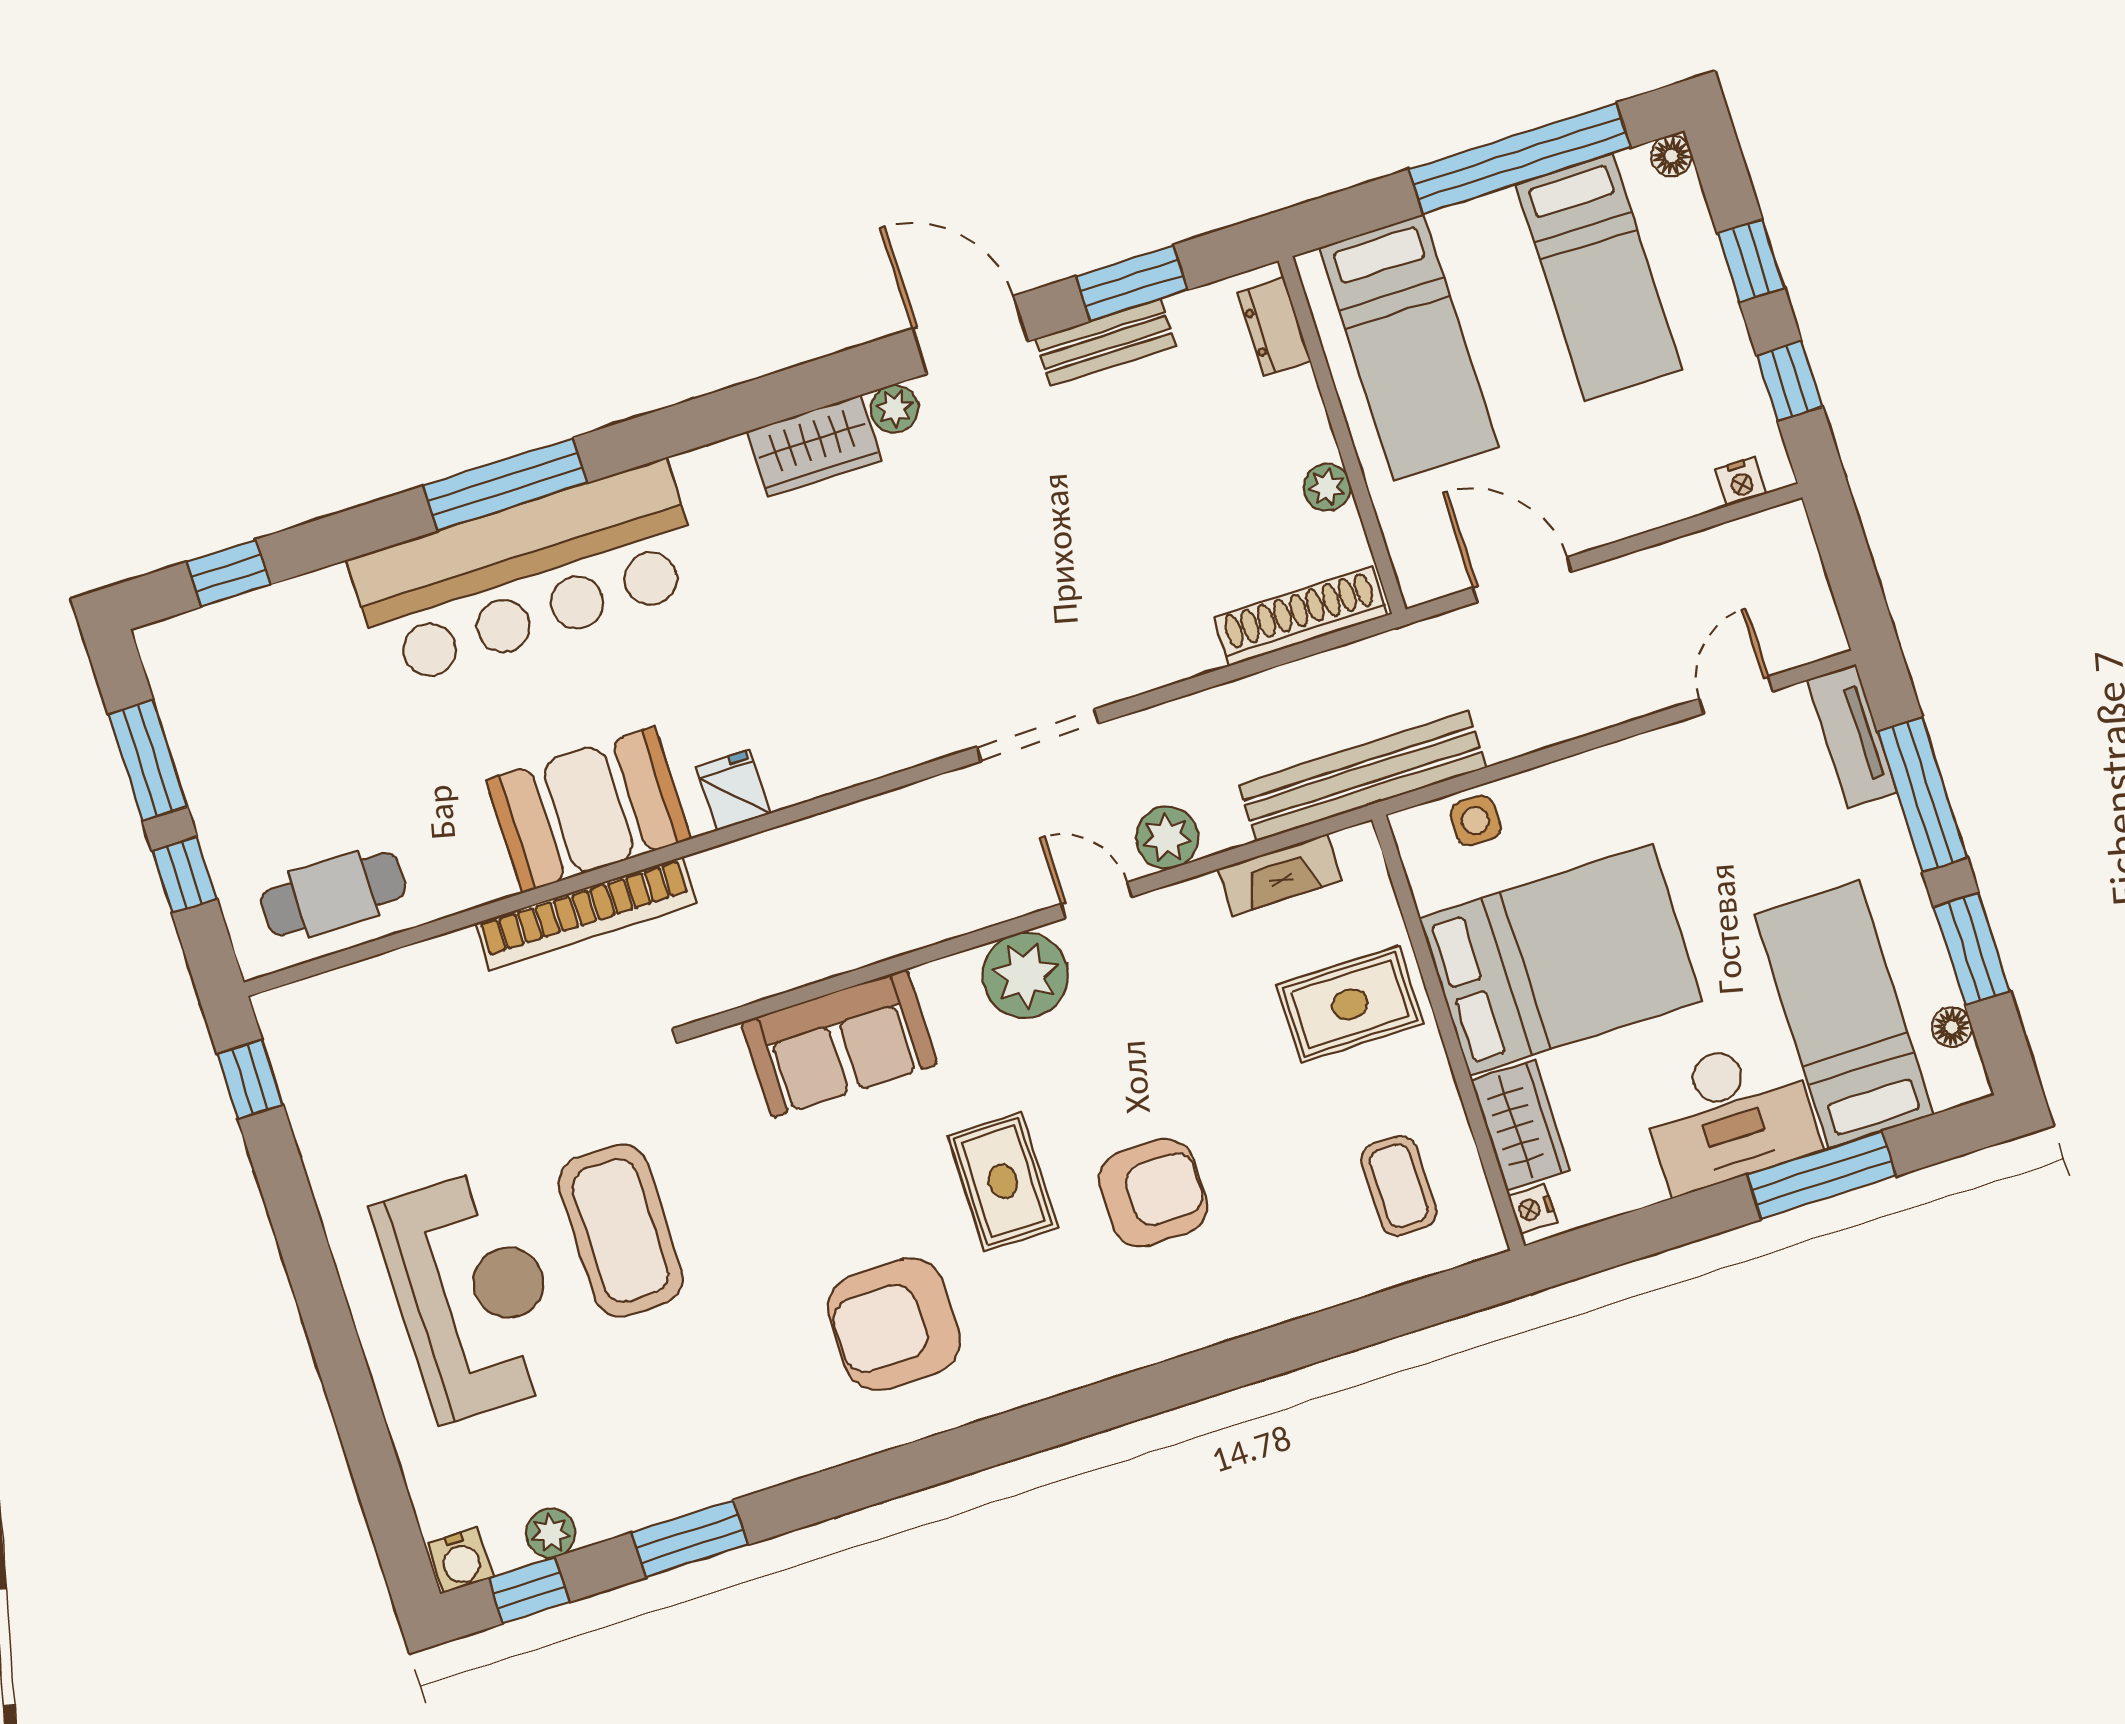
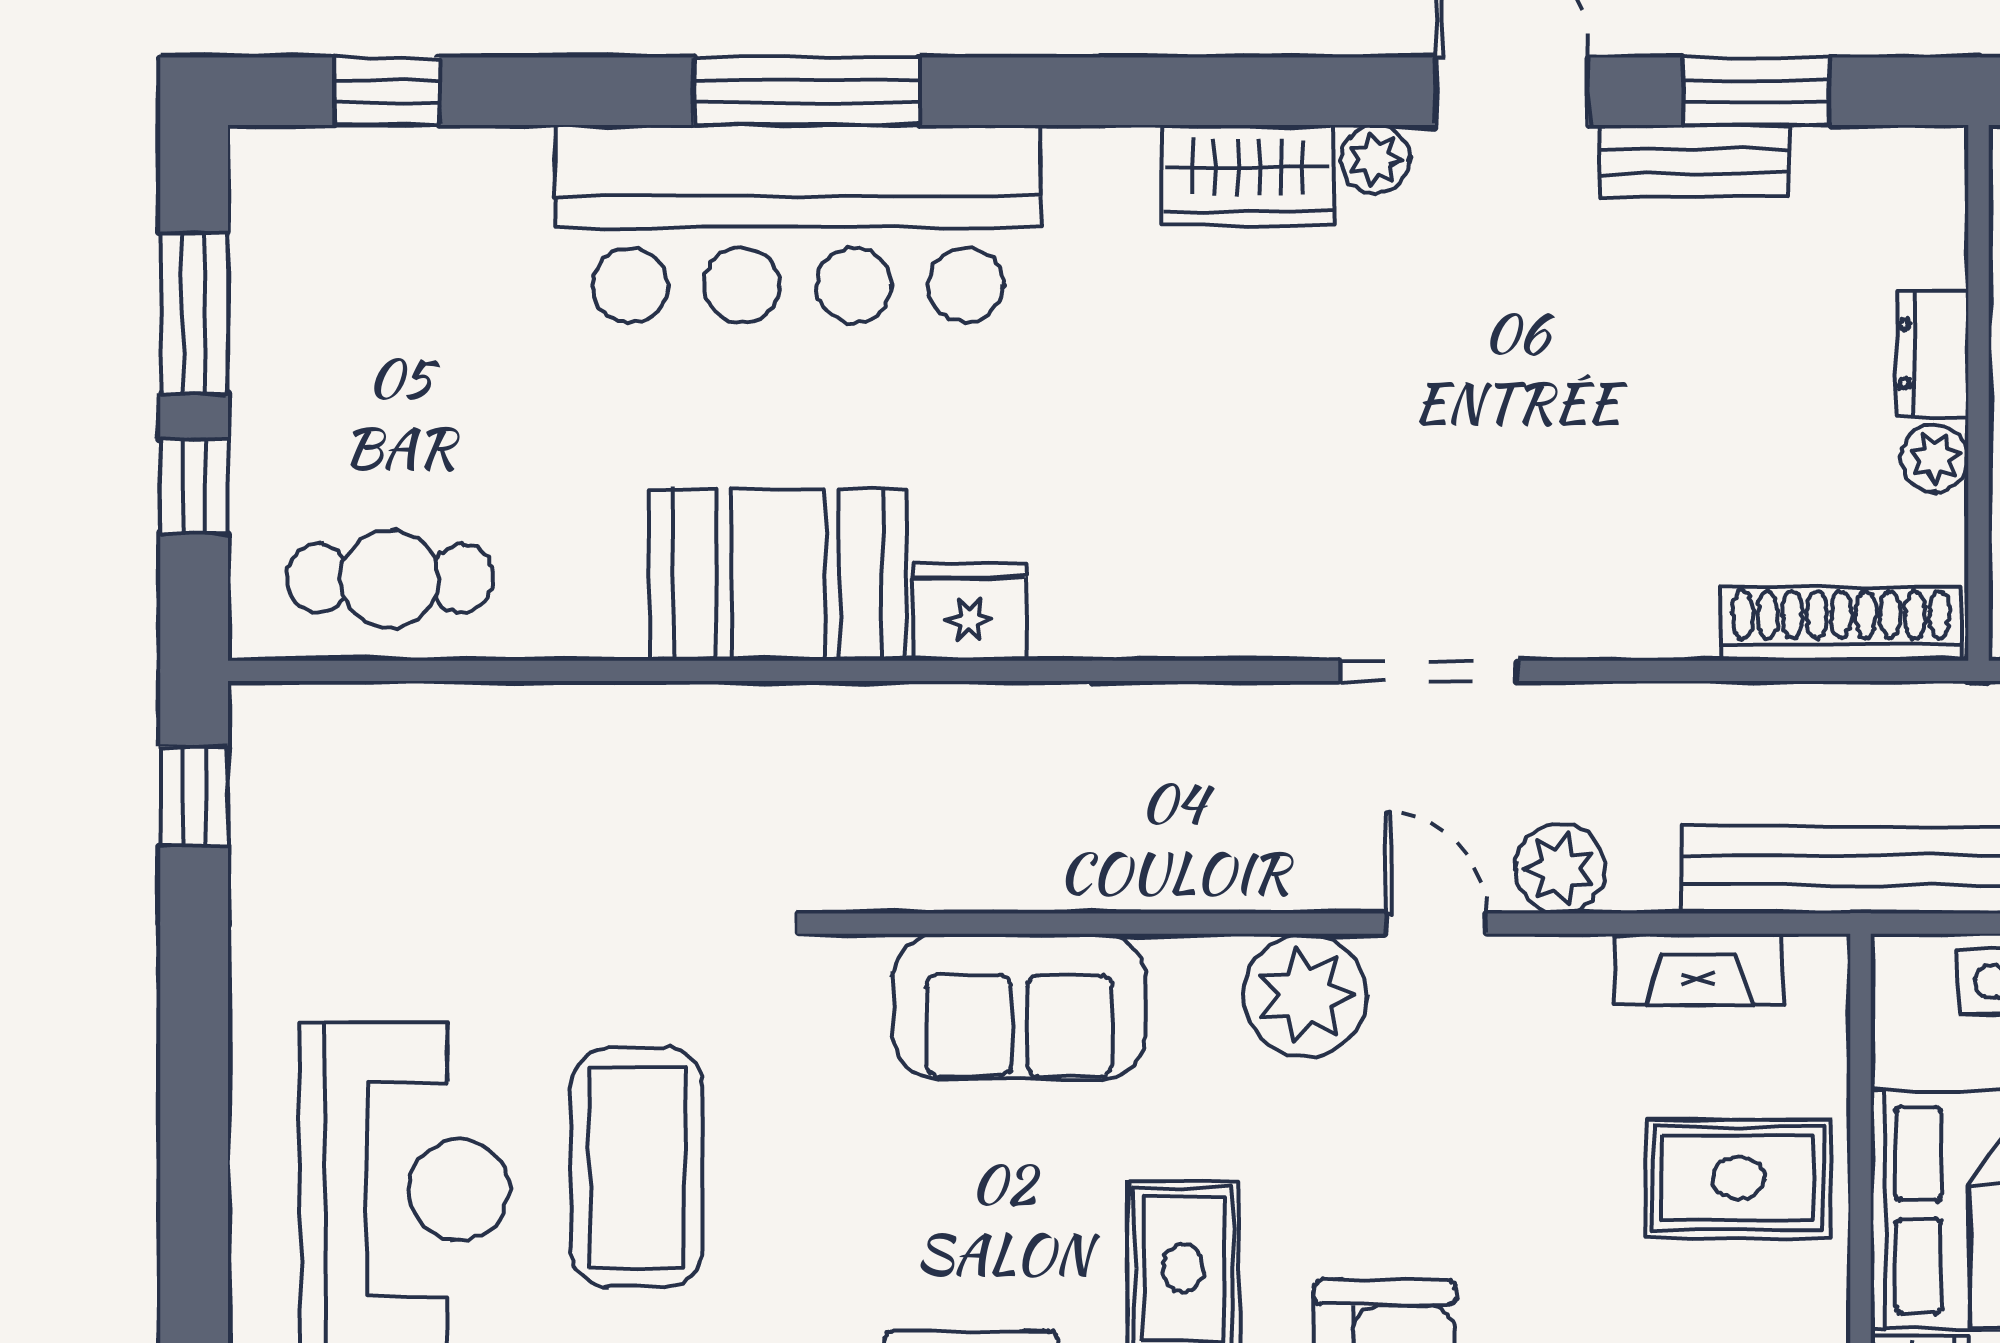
dresser: (1274, 327) -> (1933, 354), moved
fridge: (733, 790) -> (969, 612), width x1.38
bookcase: (586, 914) -> (728, 717), removed

